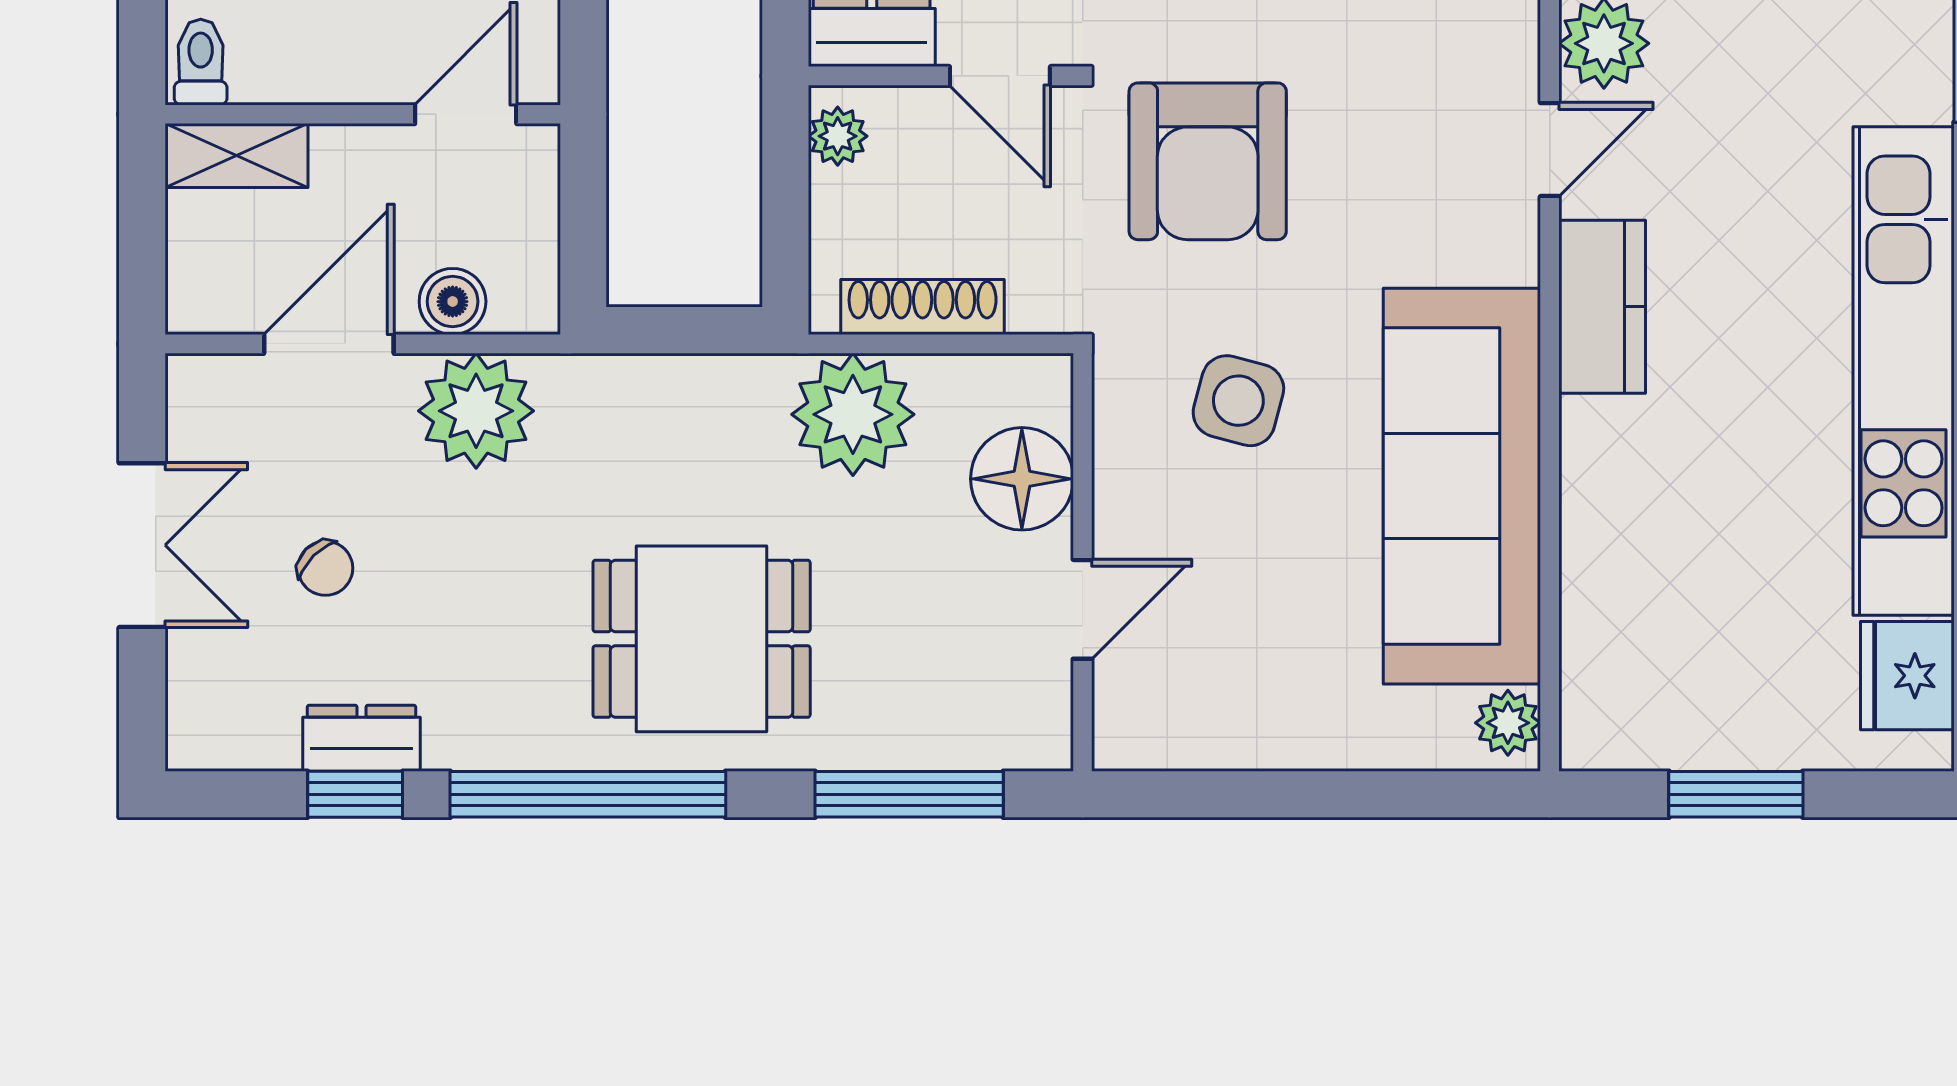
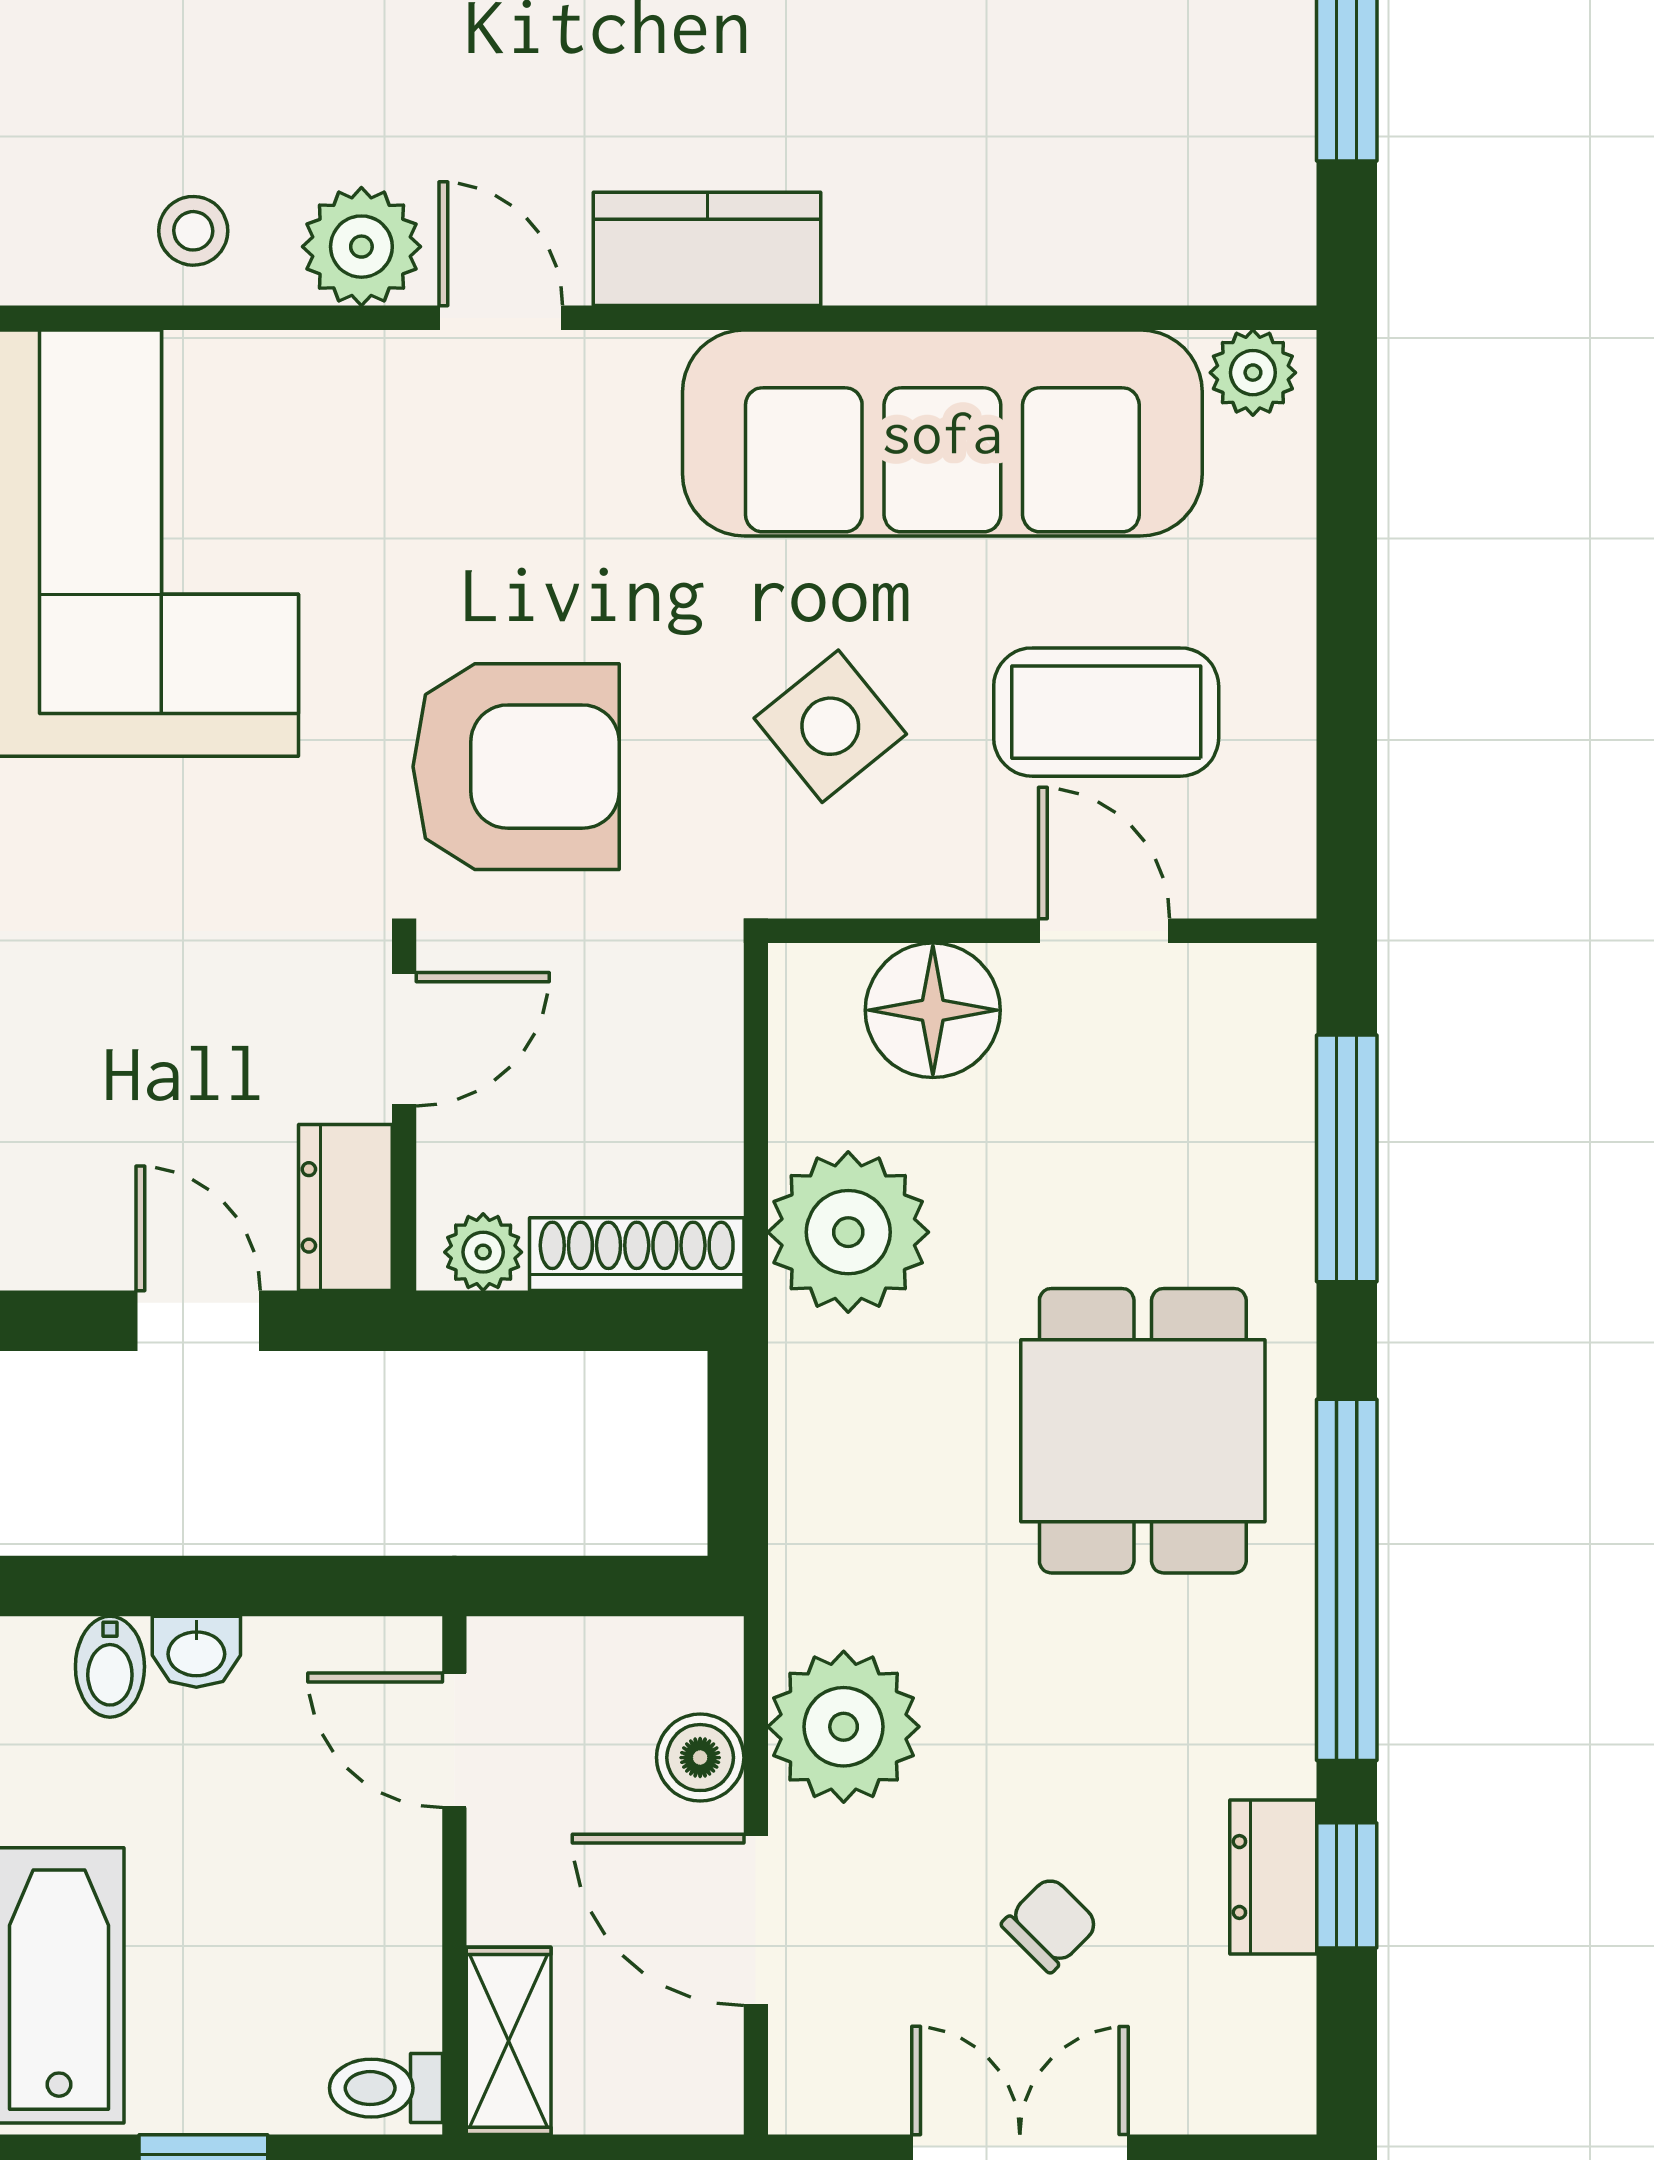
shoe rack: (923, 307) -> (637, 1254), moved, turned 90
side table: (1238, 401) -> (830, 726), turned 36
coffee table: (1249, 611) -> (1106, 712), added

